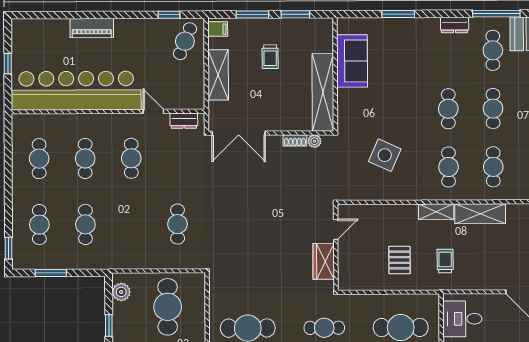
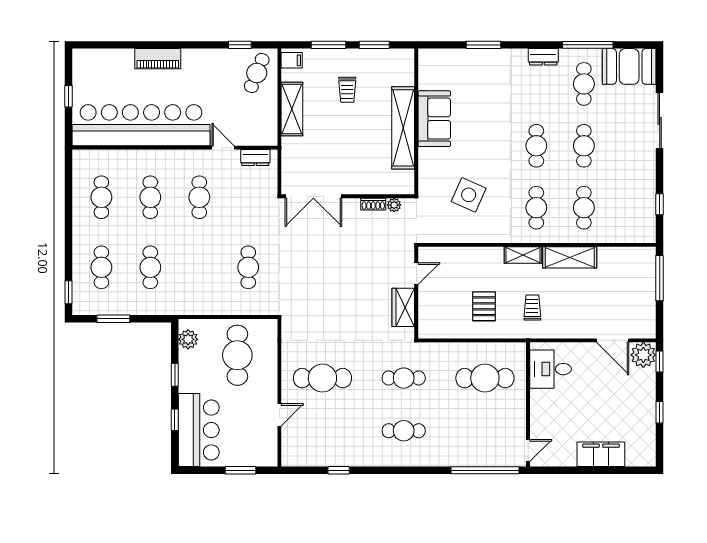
sofa: (352, 61) -> (434, 119), moved
double door: (239, 133) -> (313, 196), moved
wall: (271, 133) -> (348, 196), moved
shoe rack: (295, 140) -> (373, 204), moved
plant: (315, 141) -> (394, 205), moved

